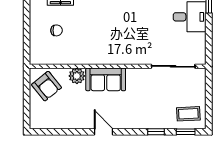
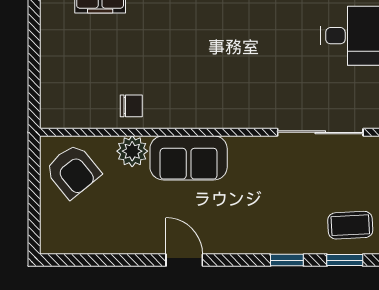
chair: (56, 30) -> (131, 106), moved

